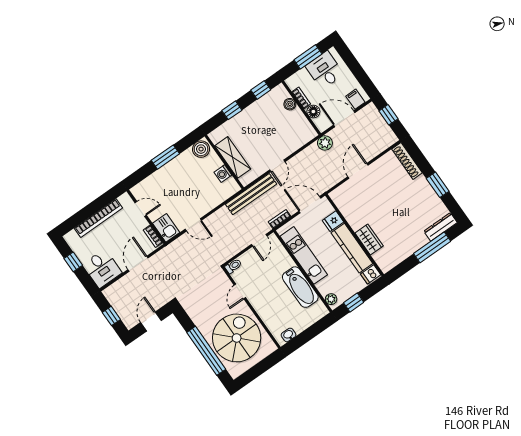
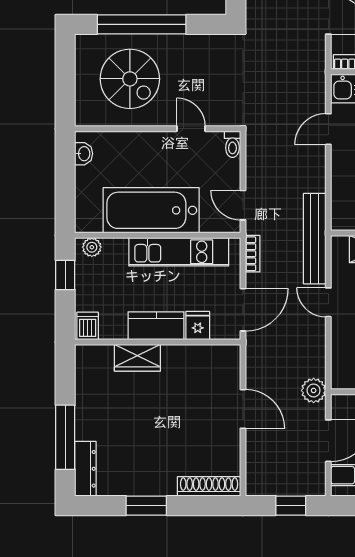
kitchen counter: (352, 248) -> (156, 326), width x0.67
bathtub: (300, 287) -> (151, 210), width x1.36, depth x1.36
spiral stairs: (237, 338) -> (130, 79), width x0.73, depth x0.73

